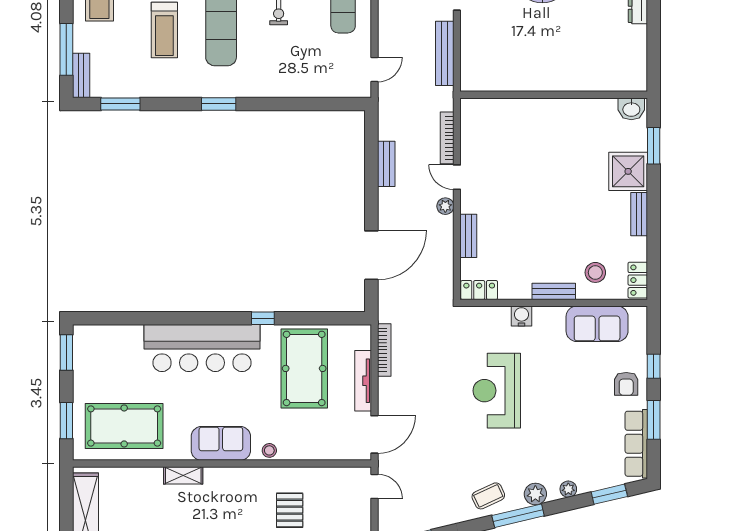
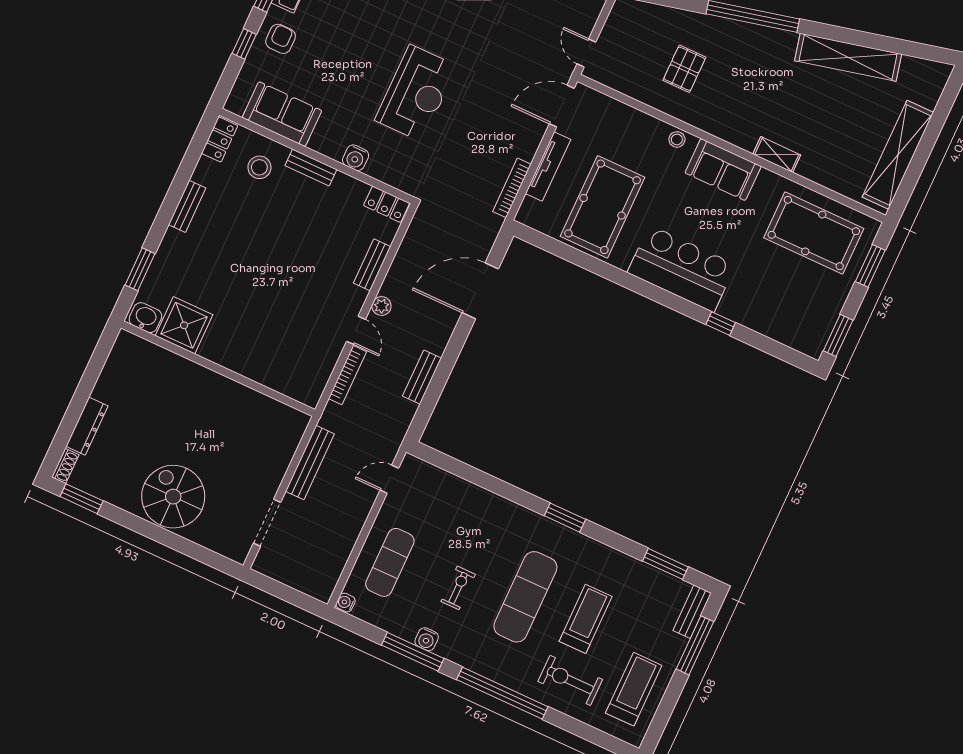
shower: (628, 171) -> (184, 325), moved
window: (263, 318) -> (721, 324), moved
bar counter: (202, 348) -> (682, 269), width x0.73

